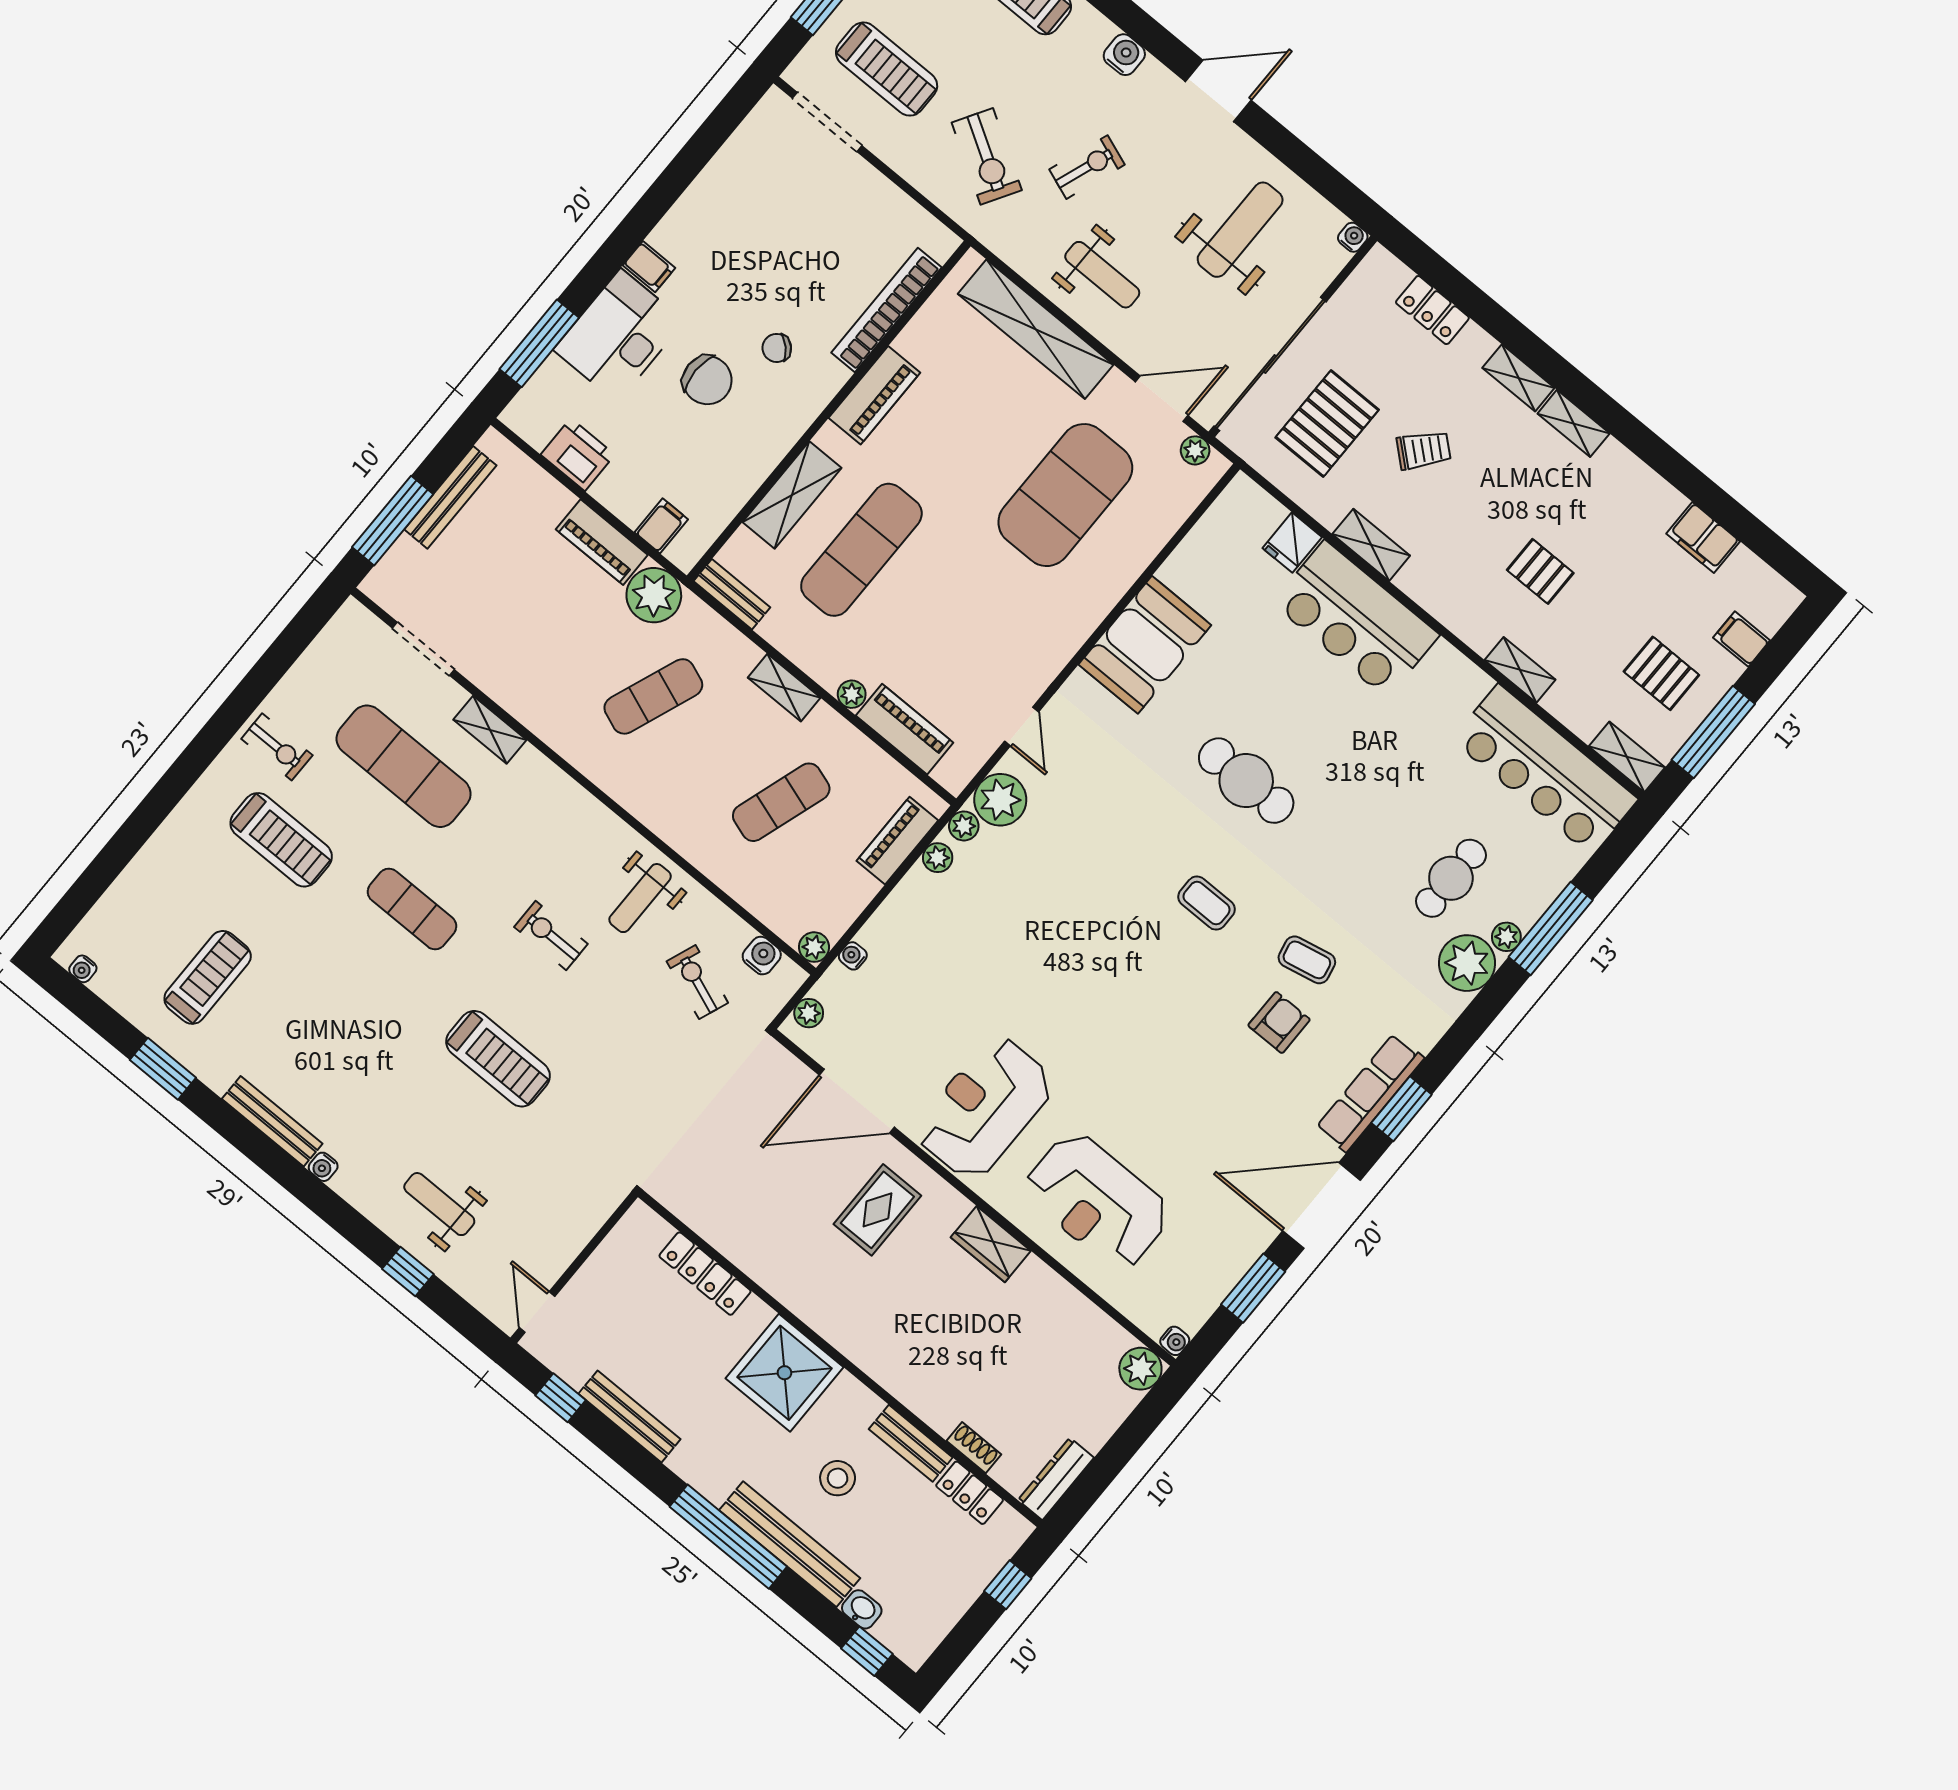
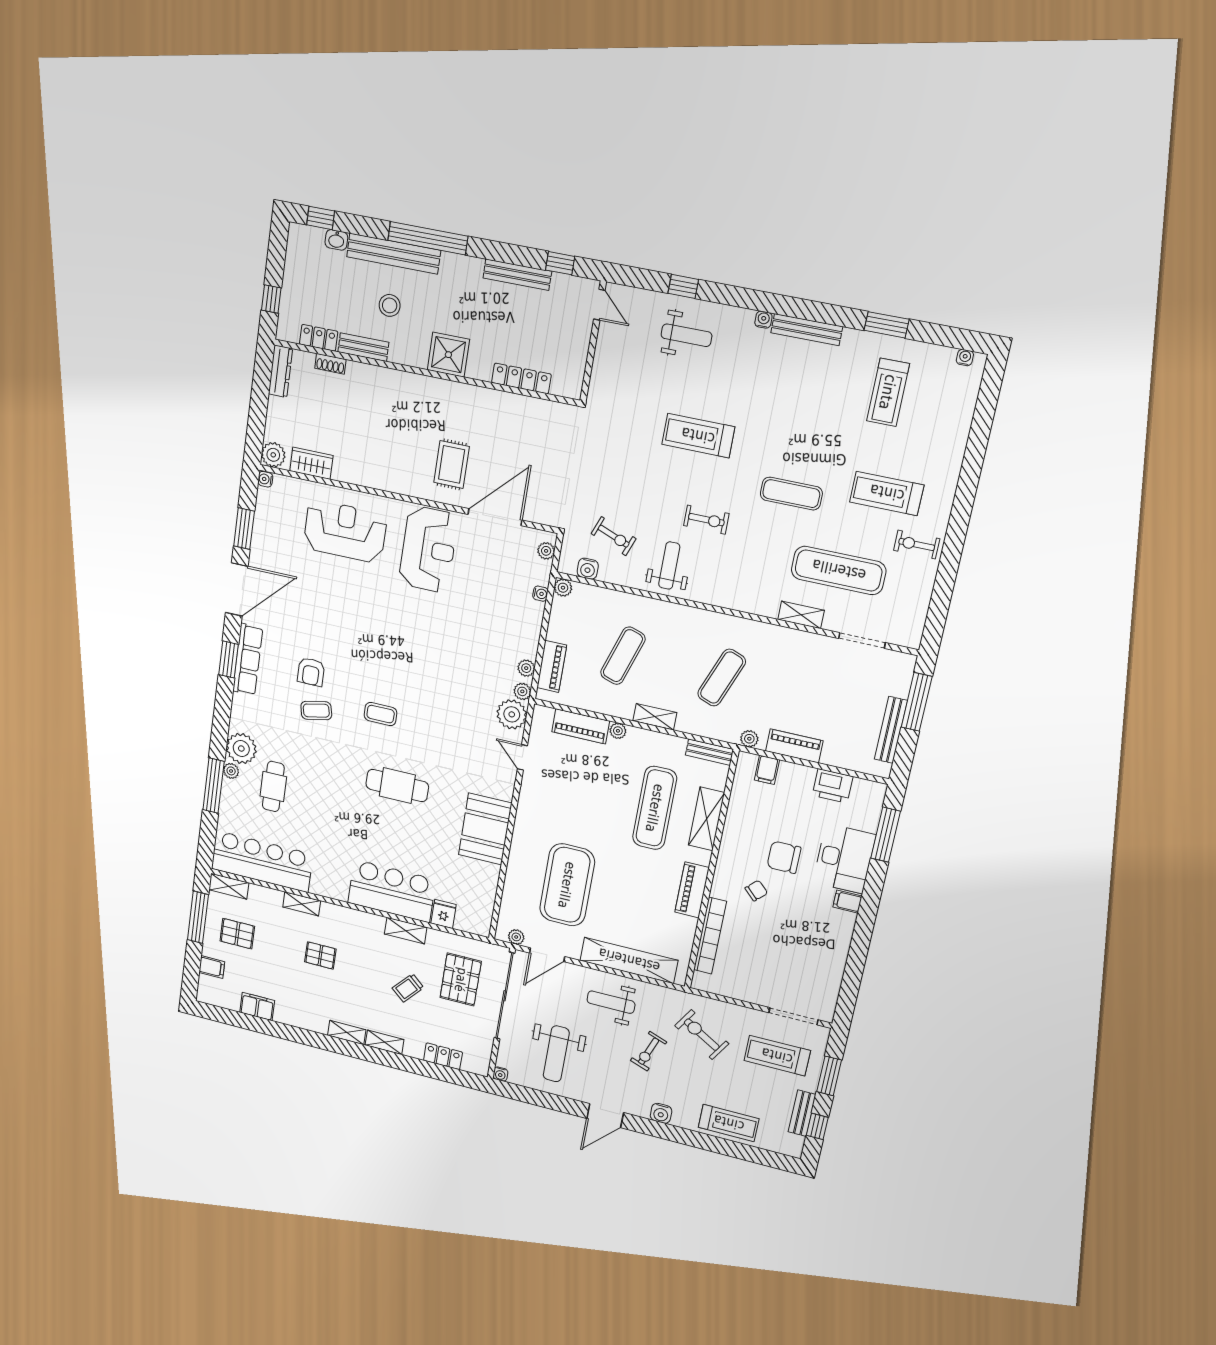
plant: (654, 595) -> (749, 739), width x0.53, depth x0.53
wardrobe: (991, 1244) -> (311, 463), moved
shower: (784, 1373) -> (448, 355), width x0.73, depth x0.73

